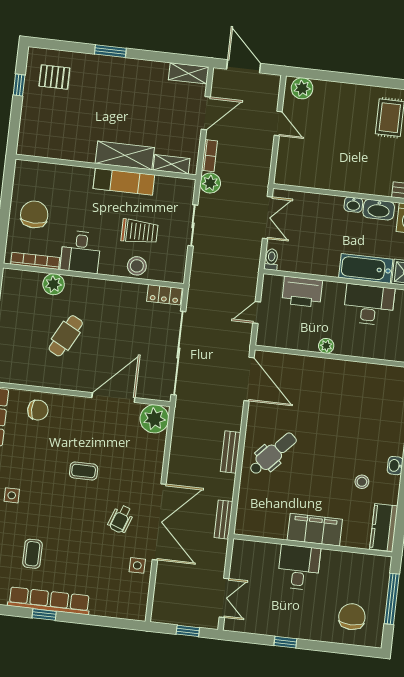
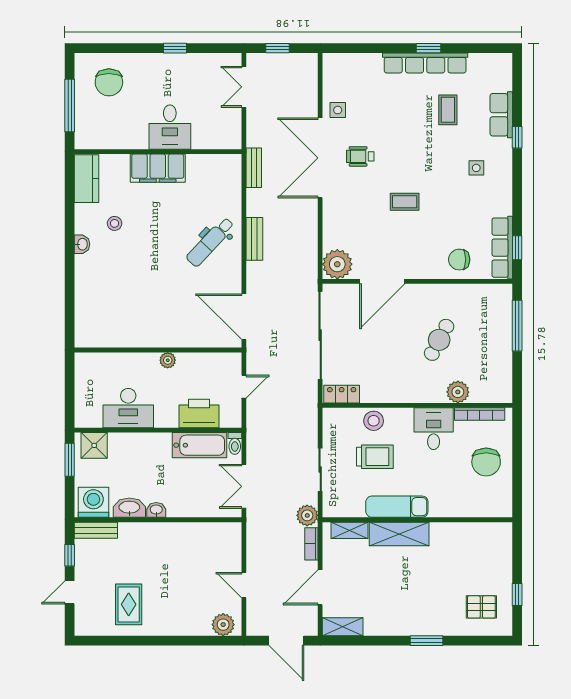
trolley: (140, 232) -> (375, 457), turned 180
bathtub: (366, 268) -> (199, 445), moved
wheelchair: (121, 519) -> (360, 156), turned -110

